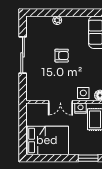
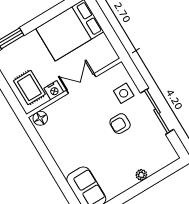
armchair: (62, 56) -> (120, 124), moved
side table: (83, 93) -> (124, 93), moved

